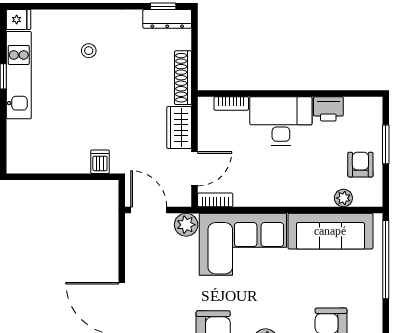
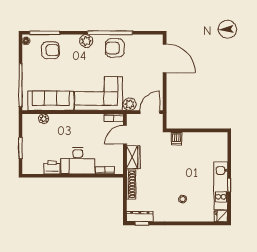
armchair: (360, 165) -> (34, 137), removed
door: (149, 210) -> (150, 112), swing flipped

